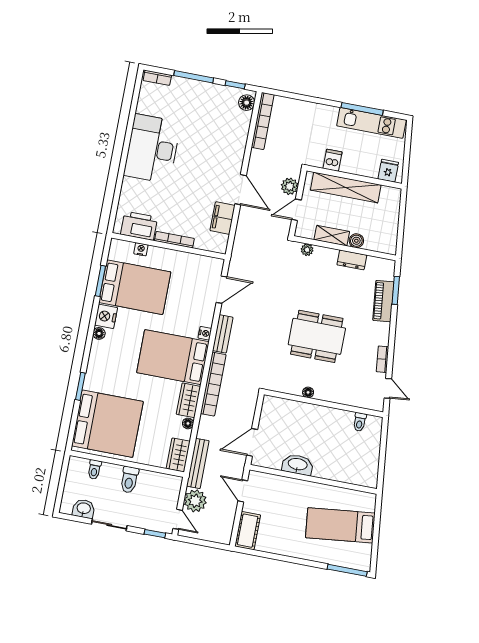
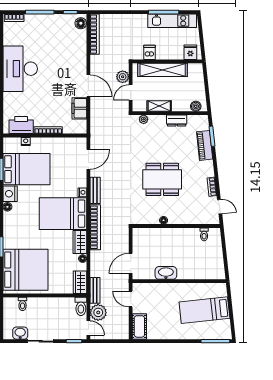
boiler: (356, 241) -> (196, 106), moved
bench: (198, 463) -> (95, 290), width x0.73
toilet: (129, 480) -> (81, 306), moved

